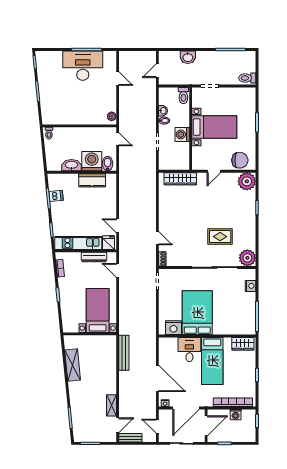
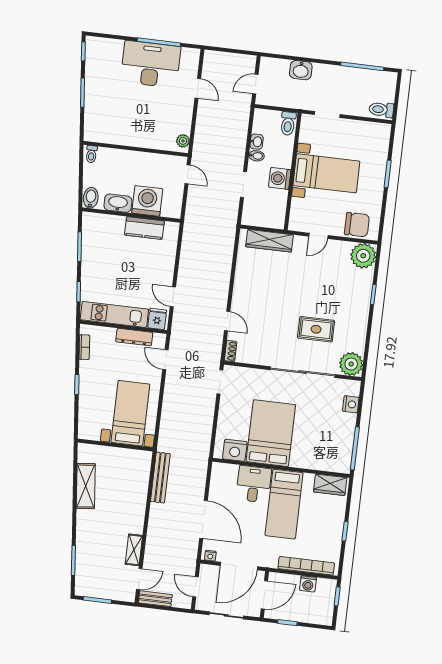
bidet: (108, 164) -> (91, 198), moved
dishwasher: (56, 196) -> (91, 244), removed

